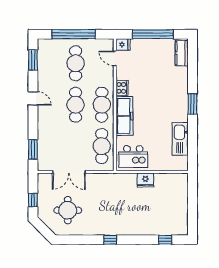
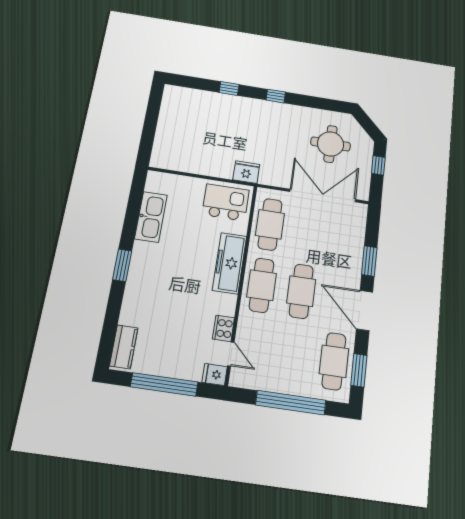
cafe table: (76, 63) -> (334, 361), moved
cooker: (122, 88) -> (223, 328), moved
door: (33, 98) -> (365, 310), width x1.87
window: (33, 149) -> (369, 261), moved
double door: (69, 172) -> (323, 196), width x1.36
fridge: (145, 180) -> (246, 172), moved
window: (165, 240) -> (229, 89), moved

